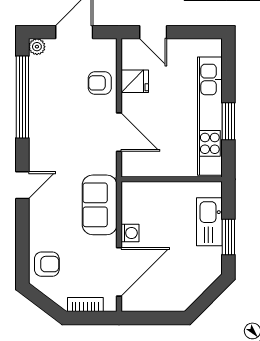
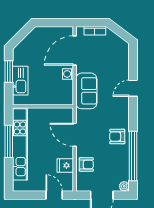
window: (228, 121) -> (9, 141), width x1.44
door: (22, 185) -> (133, 88), moved
armchair: (47, 264) -> (117, 137), moved

